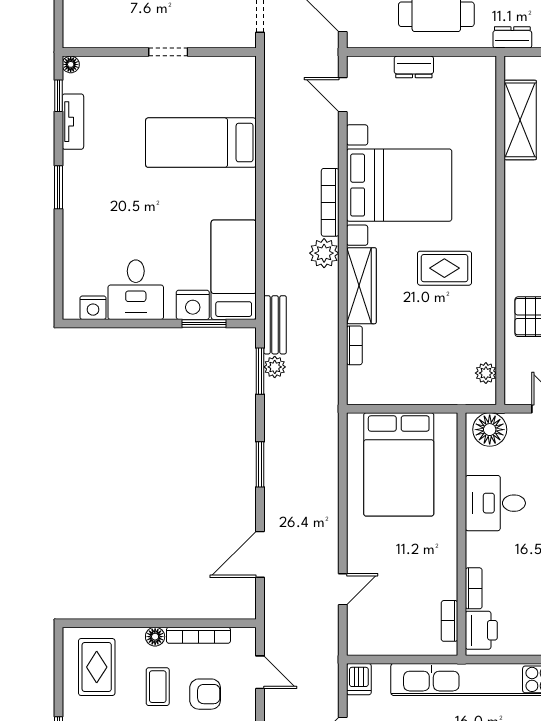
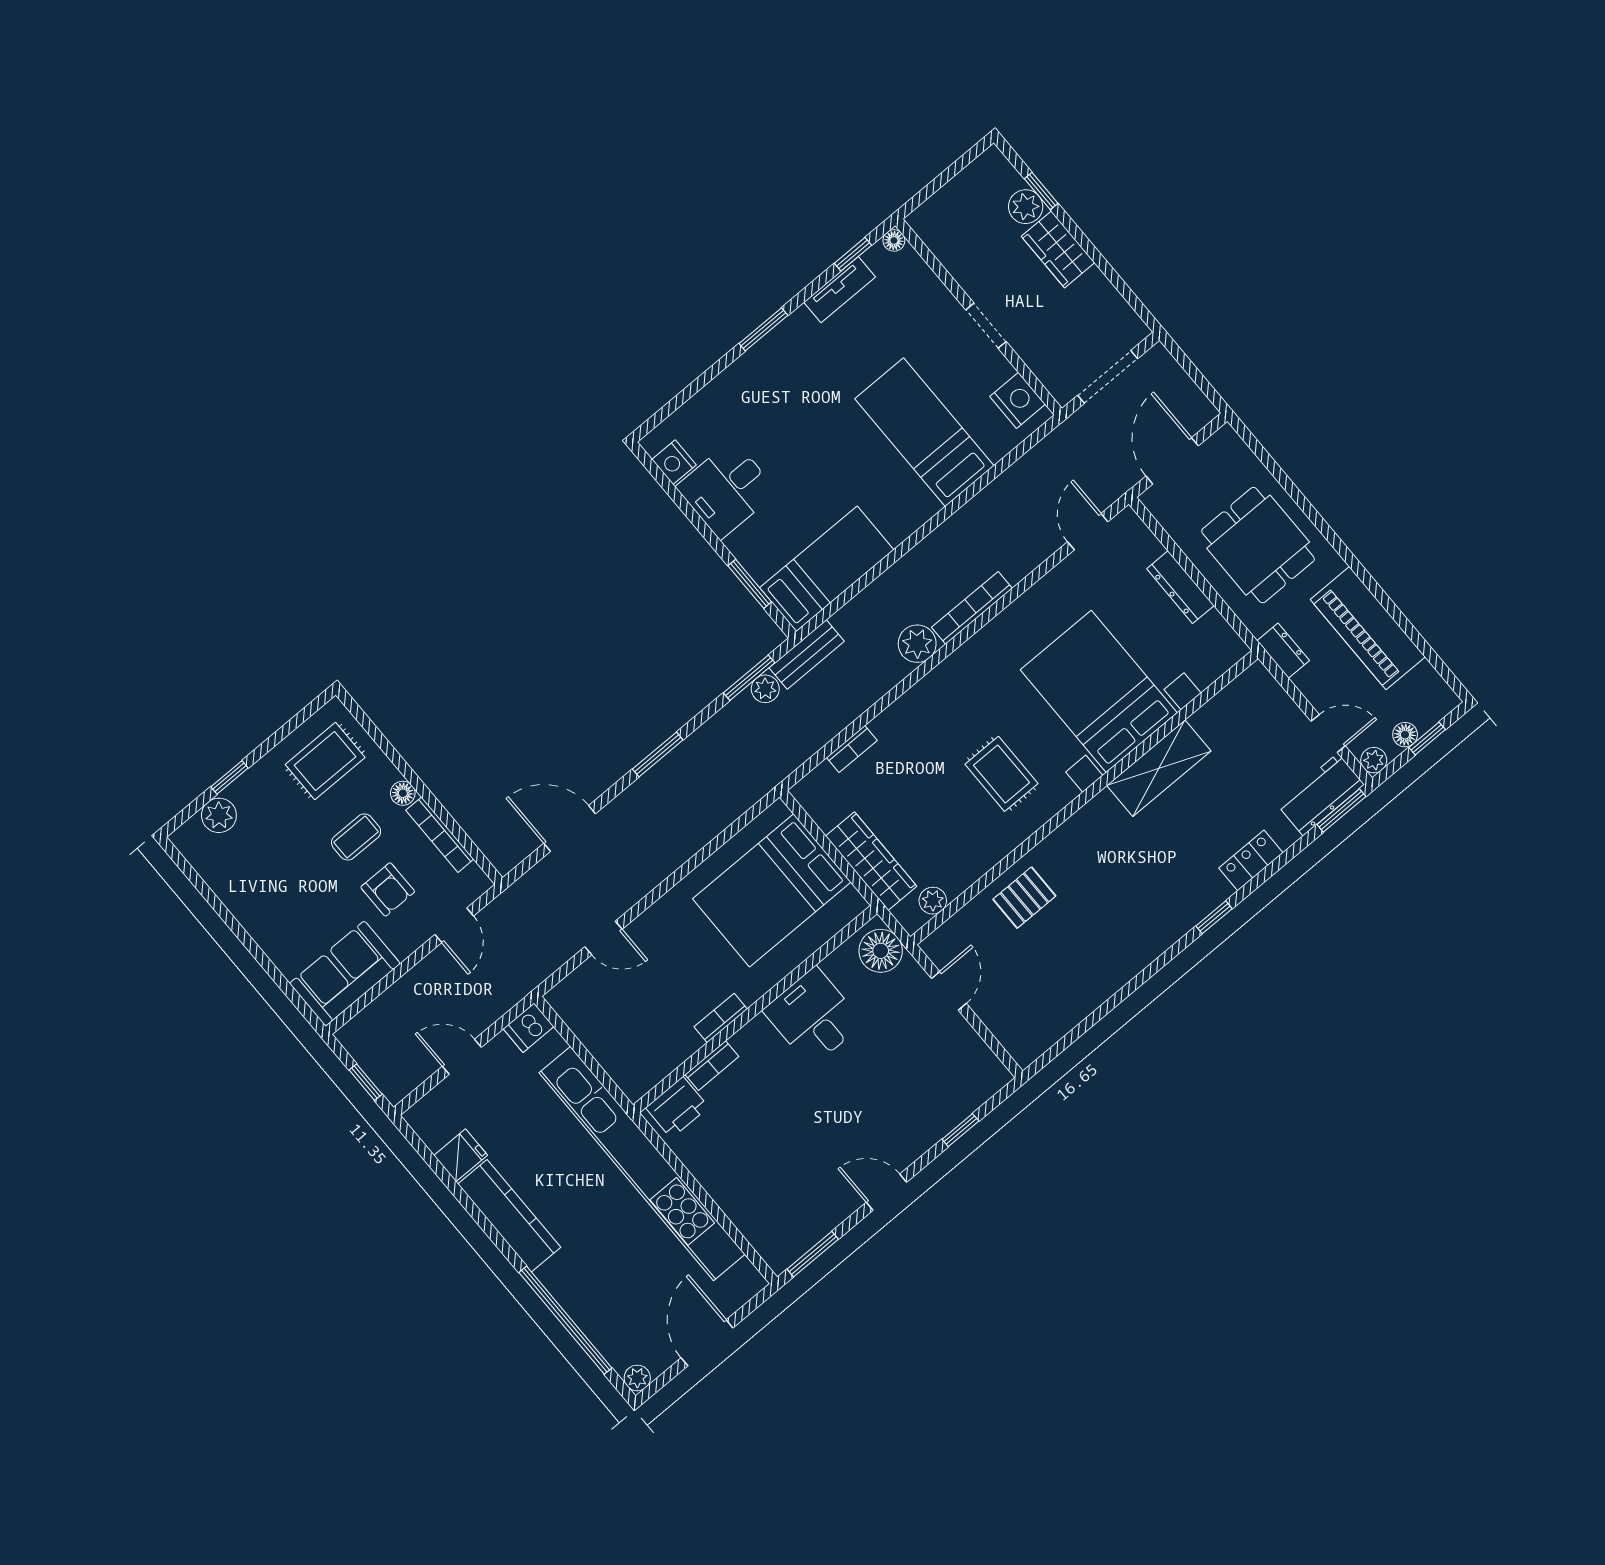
dresser: (414, 67) -> (1180, 587), width x1.44
shelving: (520, 120) -> (1159, 768), moved
bed with nightstands: (399, 185) -> (1099, 691), moved, turned 180
wardrobe: (361, 286) -> (871, 861), moved, turned -90
nightstand: (193, 305) -> (1018, 400), moved, turned 180
bookcase: (449, 621) -> (721, 1018), moved

